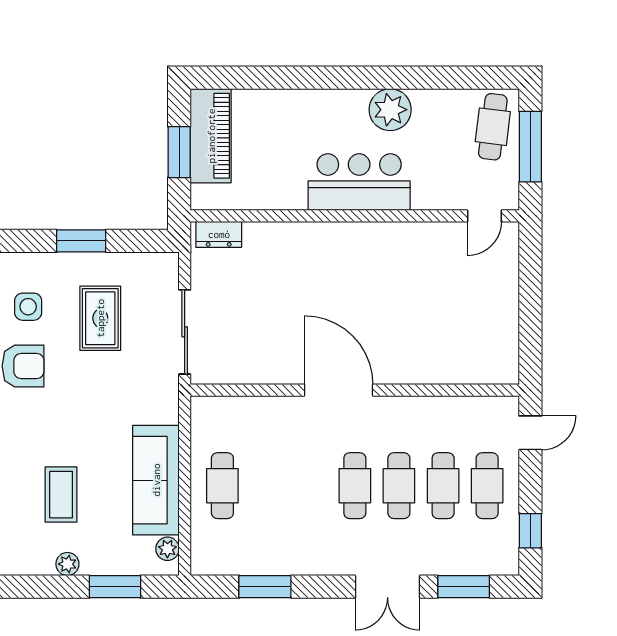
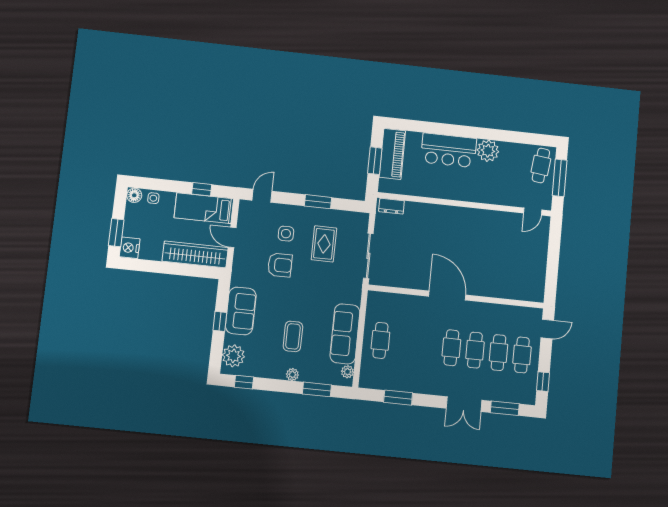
bar counter: (359, 182) -> (449, 150), moved, turned 180

